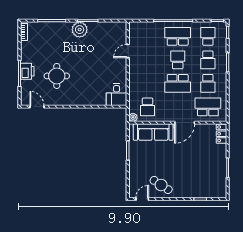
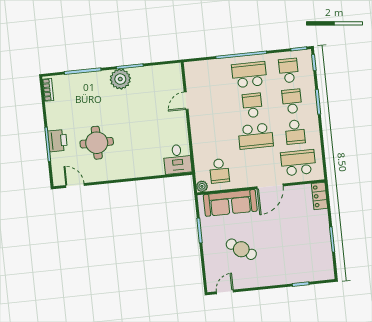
school desk: (208, 60) -> (292, 101), turned 180
cafe table: (161, 185) -> (241, 249), moved

